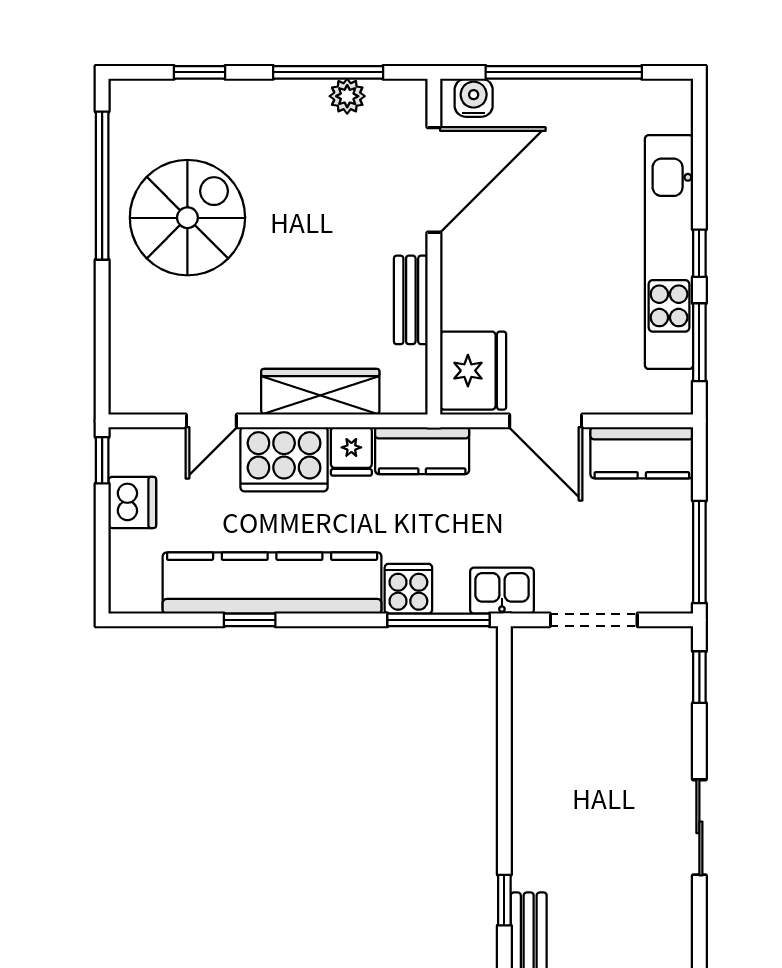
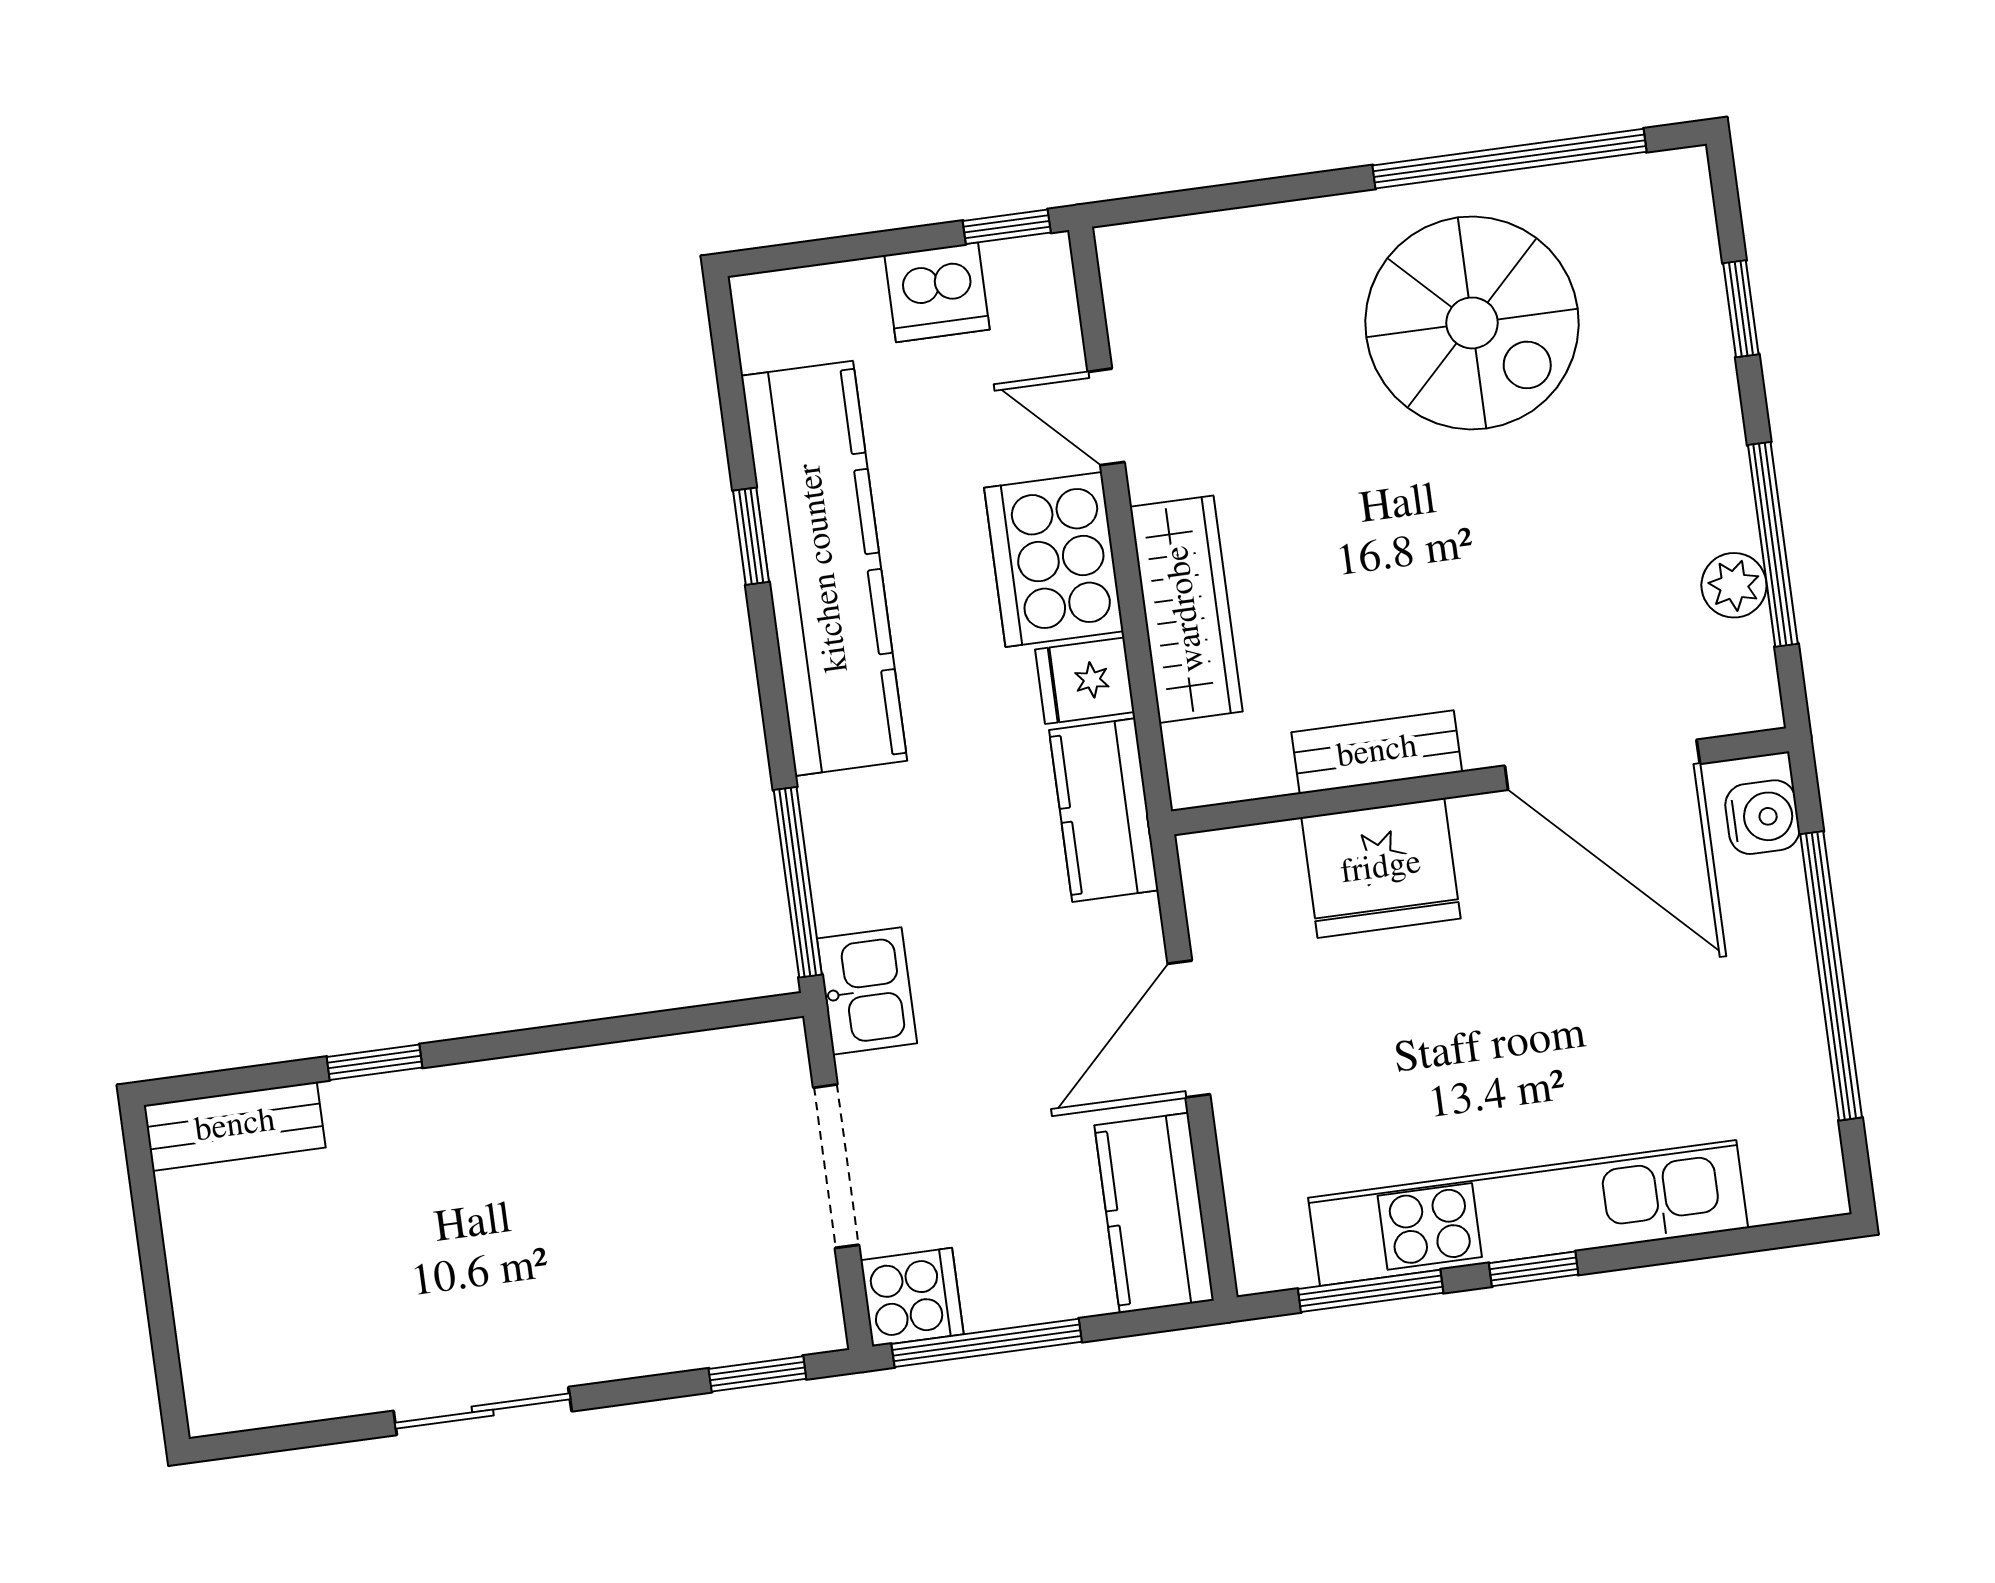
fridge: (473, 371) -> (1381, 868), moved
cooker: (408, 589) -> (912, 1297), moved
window: (504, 900) -> (375, 1062), moved

